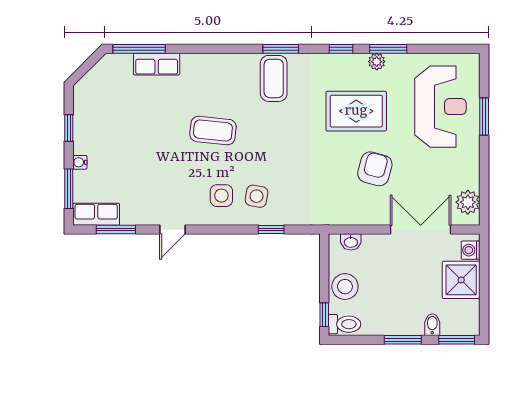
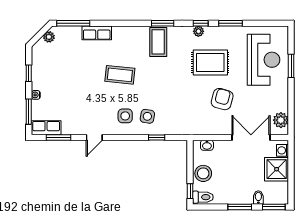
plant: (377, 62) -> (198, 31), moved
row of seats: (157, 64) -> (97, 33), moved
plant: (101, 70) -> (49, 37), added

